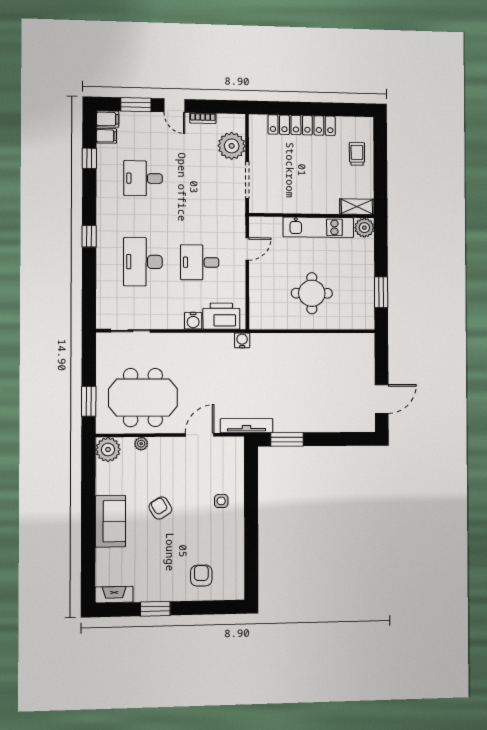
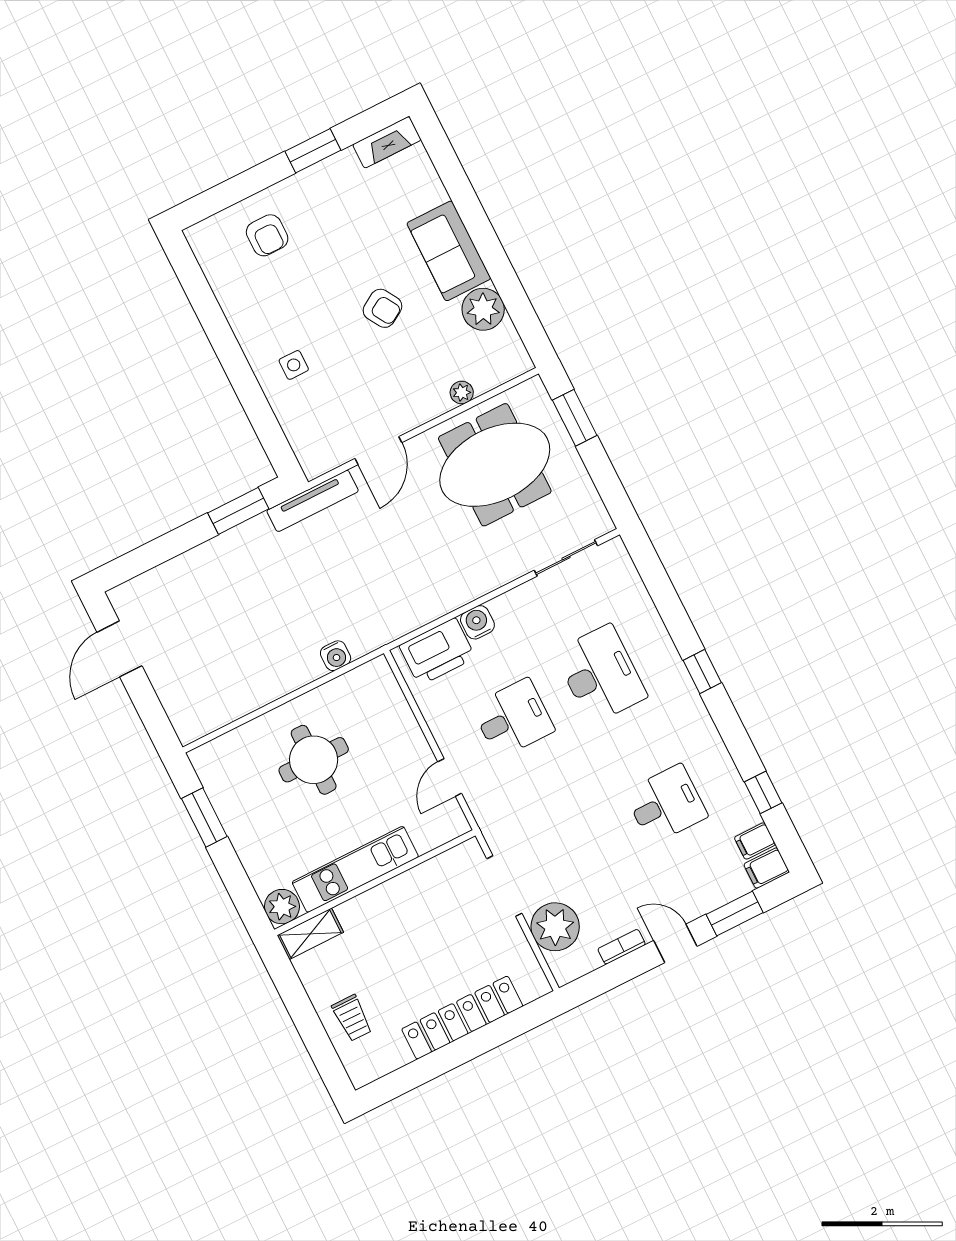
water cooler: (242, 340) -> (336, 656), moved
plant: (108, 450) -> (483, 309), moved

